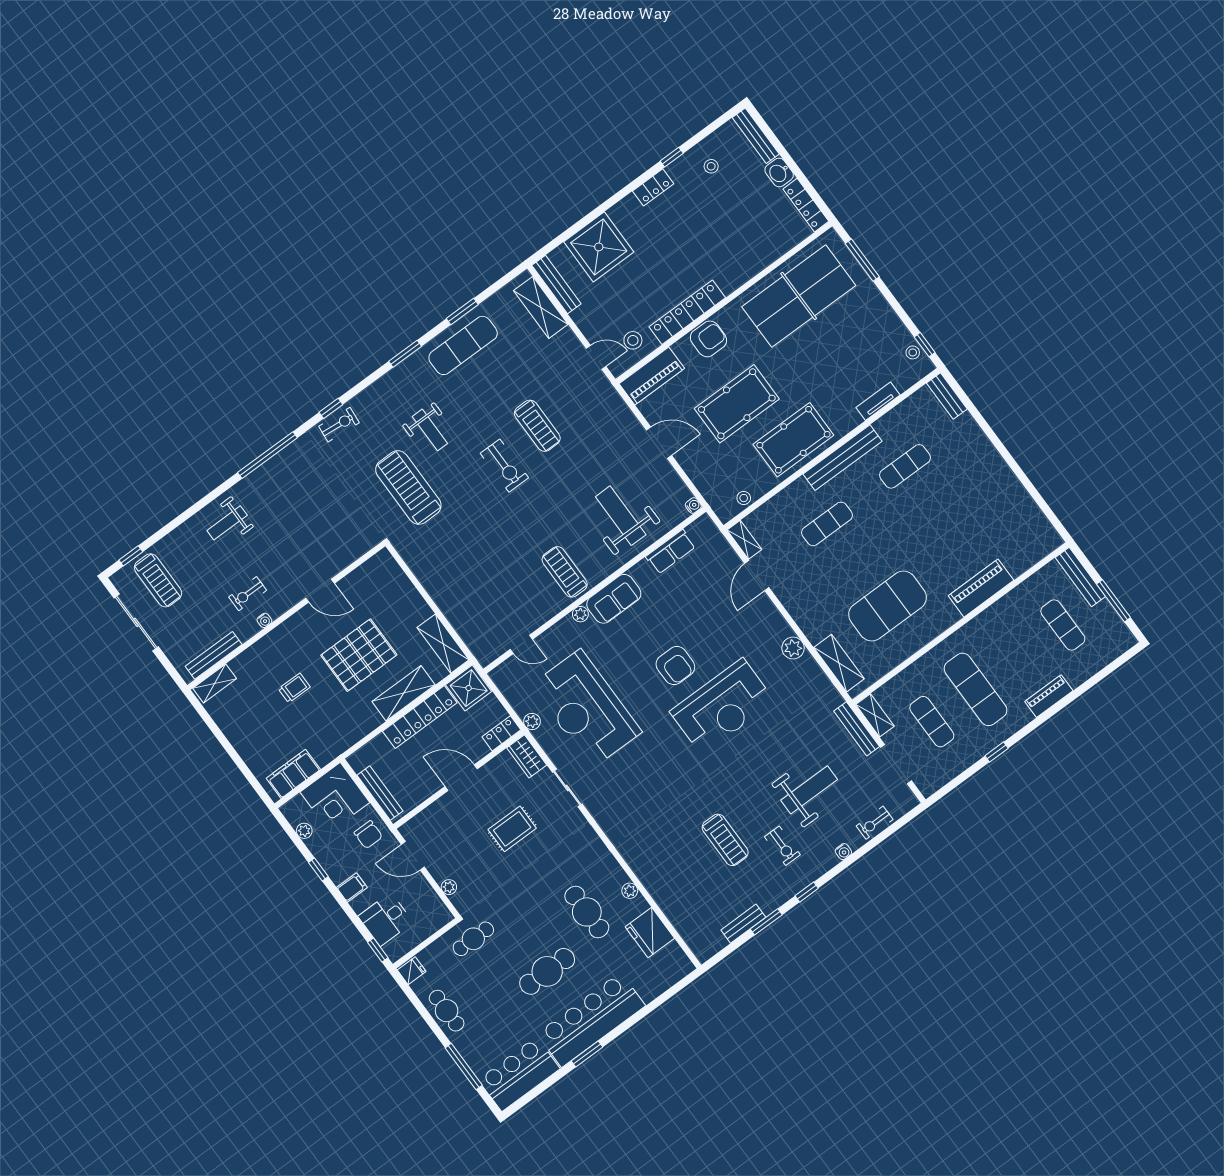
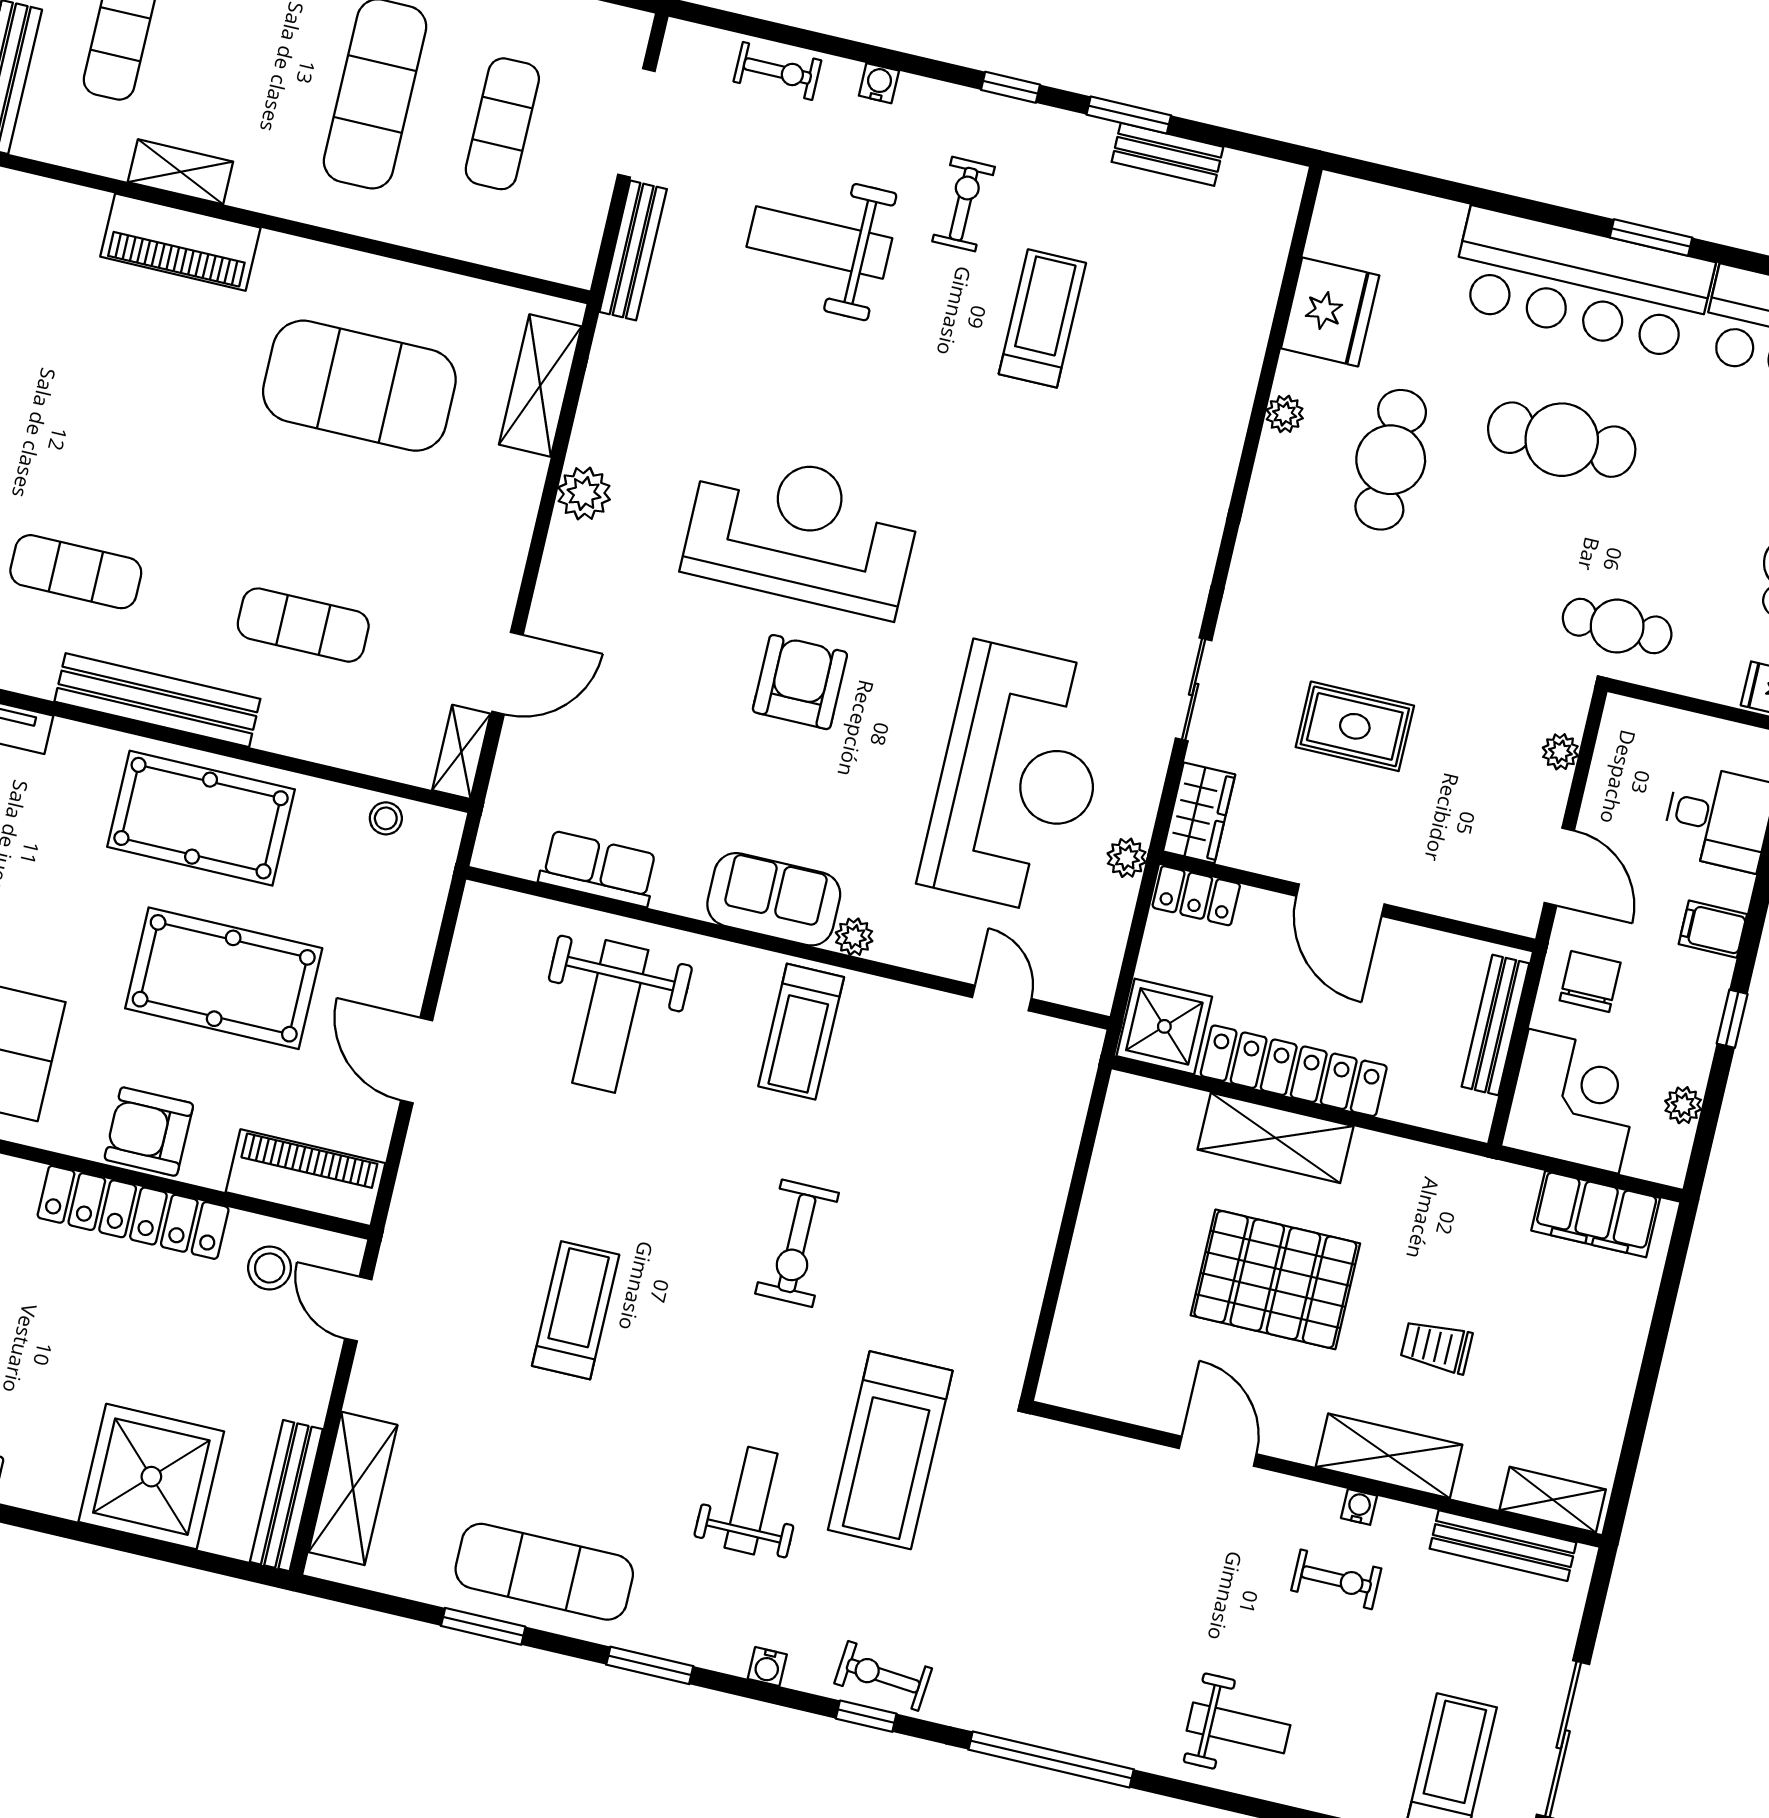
exercise bike: (504, 466) -> (797, 1243), moved, turned 180
water cooler: (693, 506) -> (767, 1667), moved, turned -90
shelving: (443, 644) -> (1389, 1456), moved, turned 90
shelving: (875, 715) -> (180, 172), moved, turned 90

